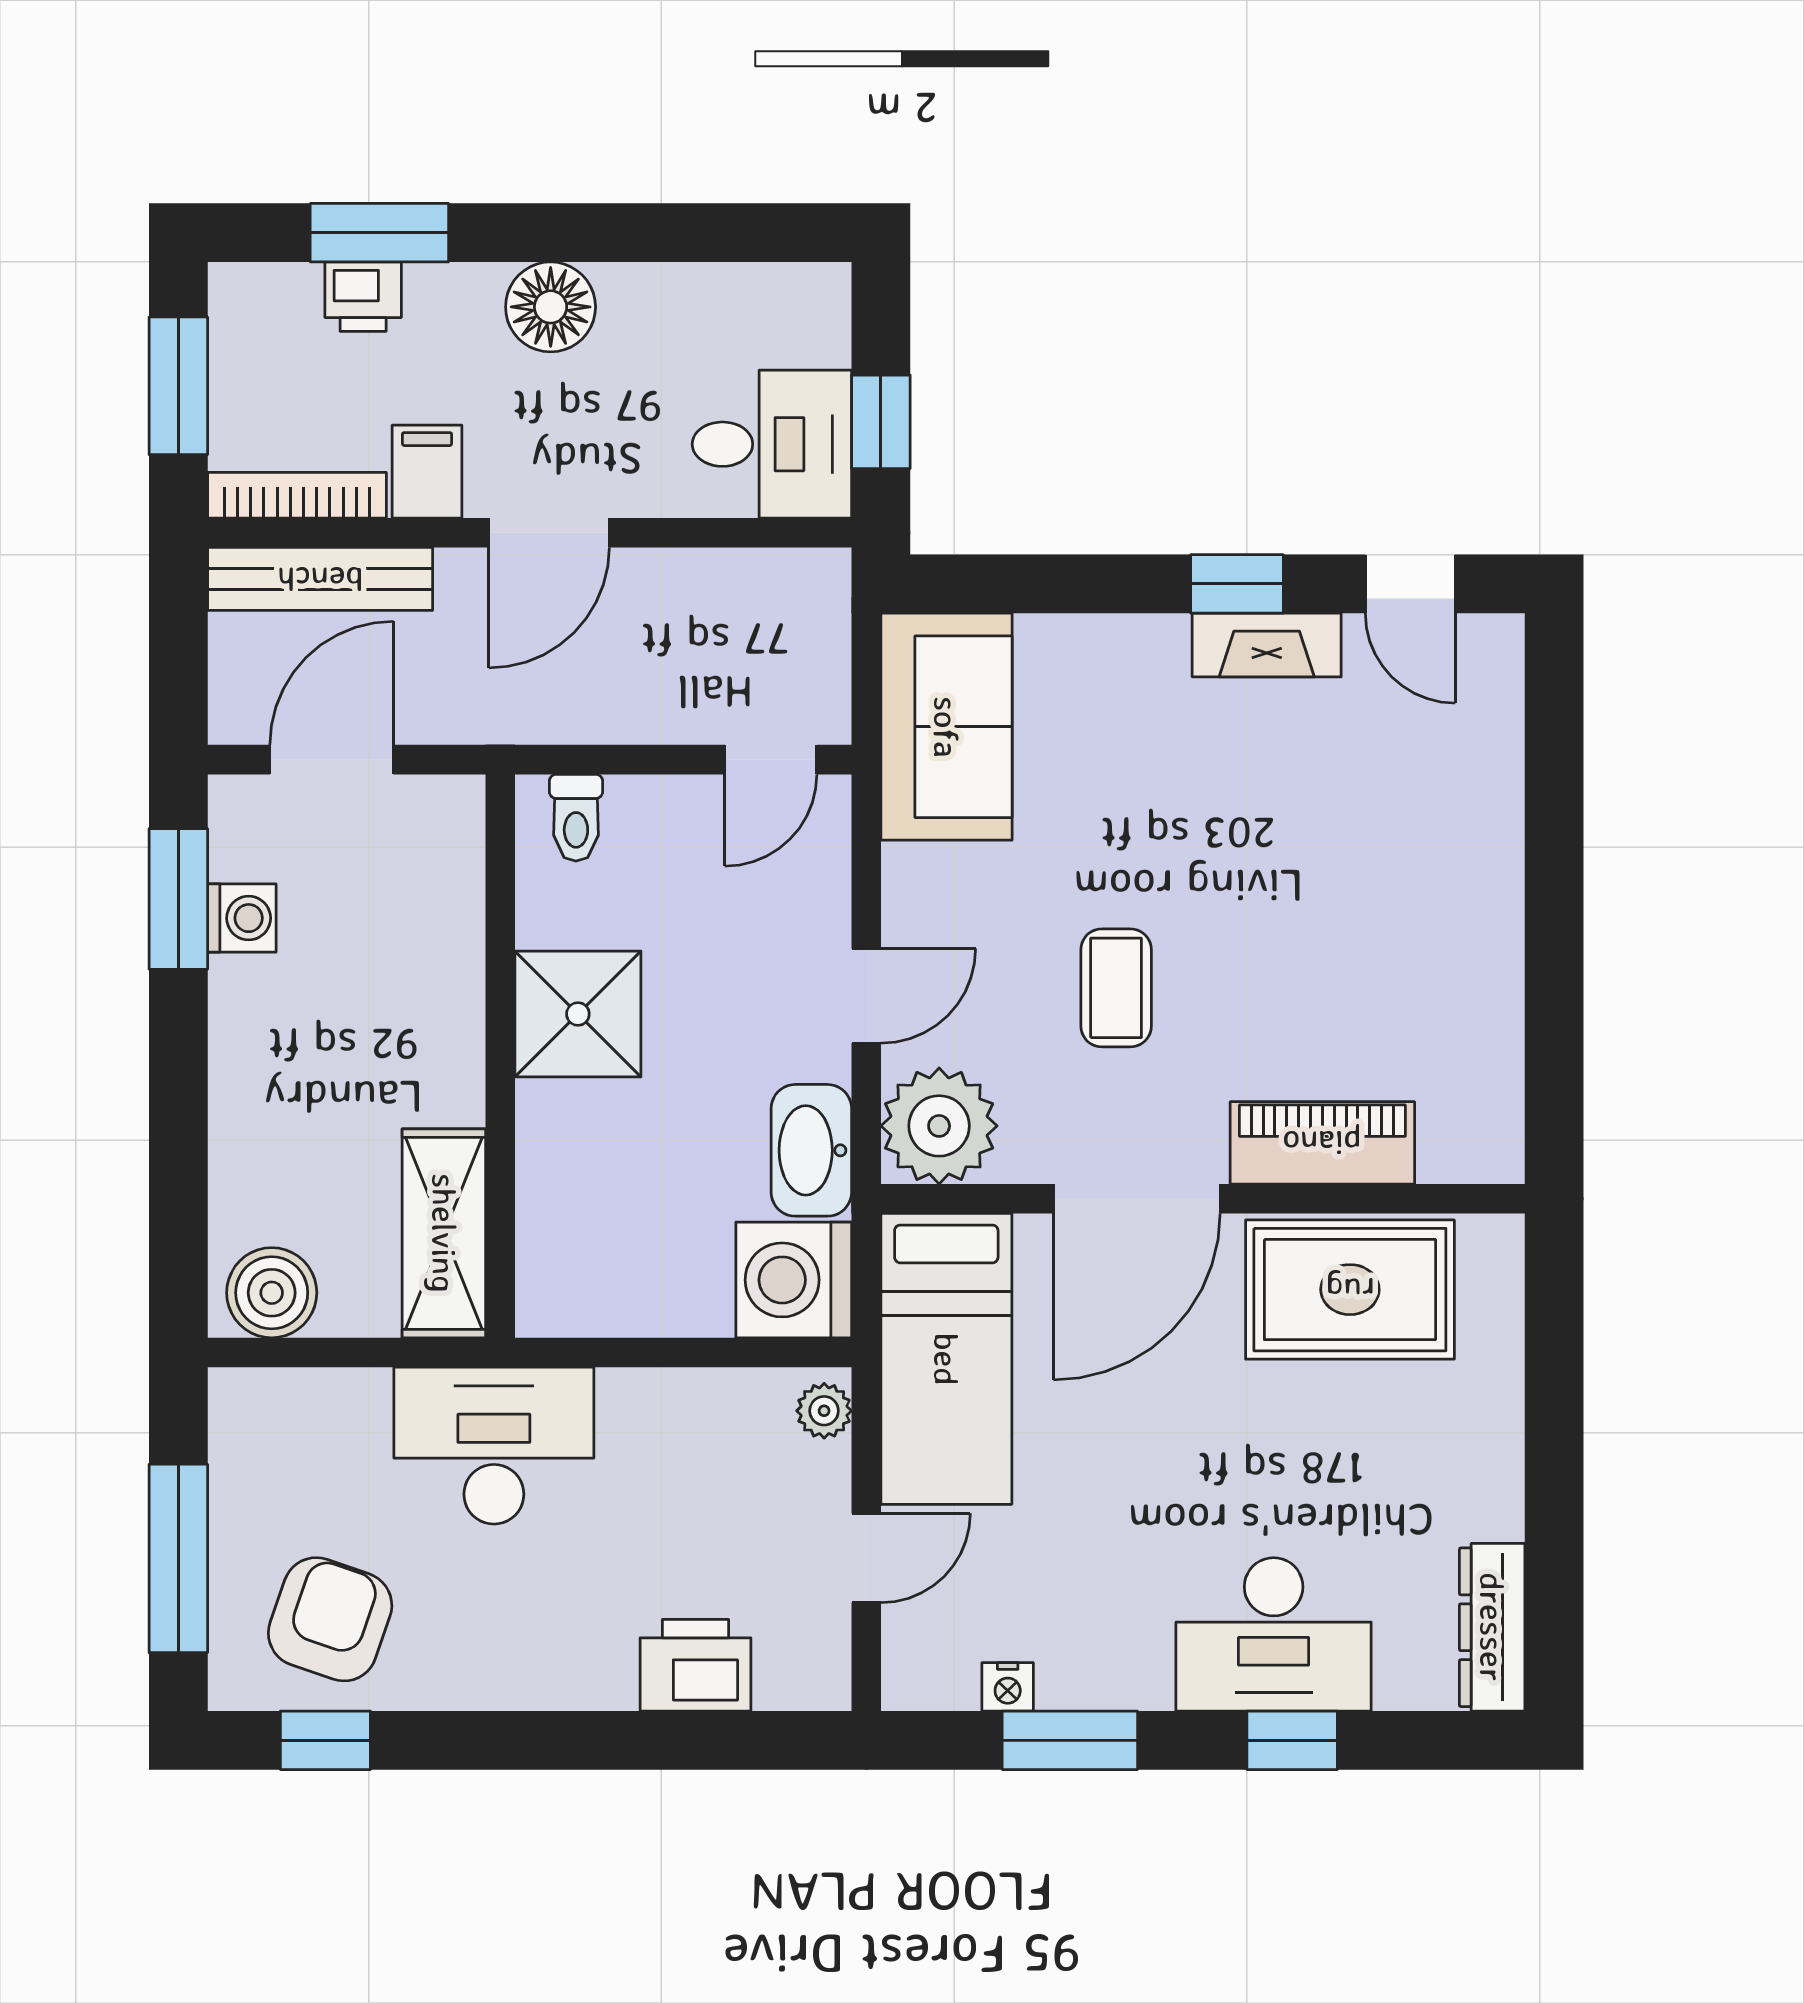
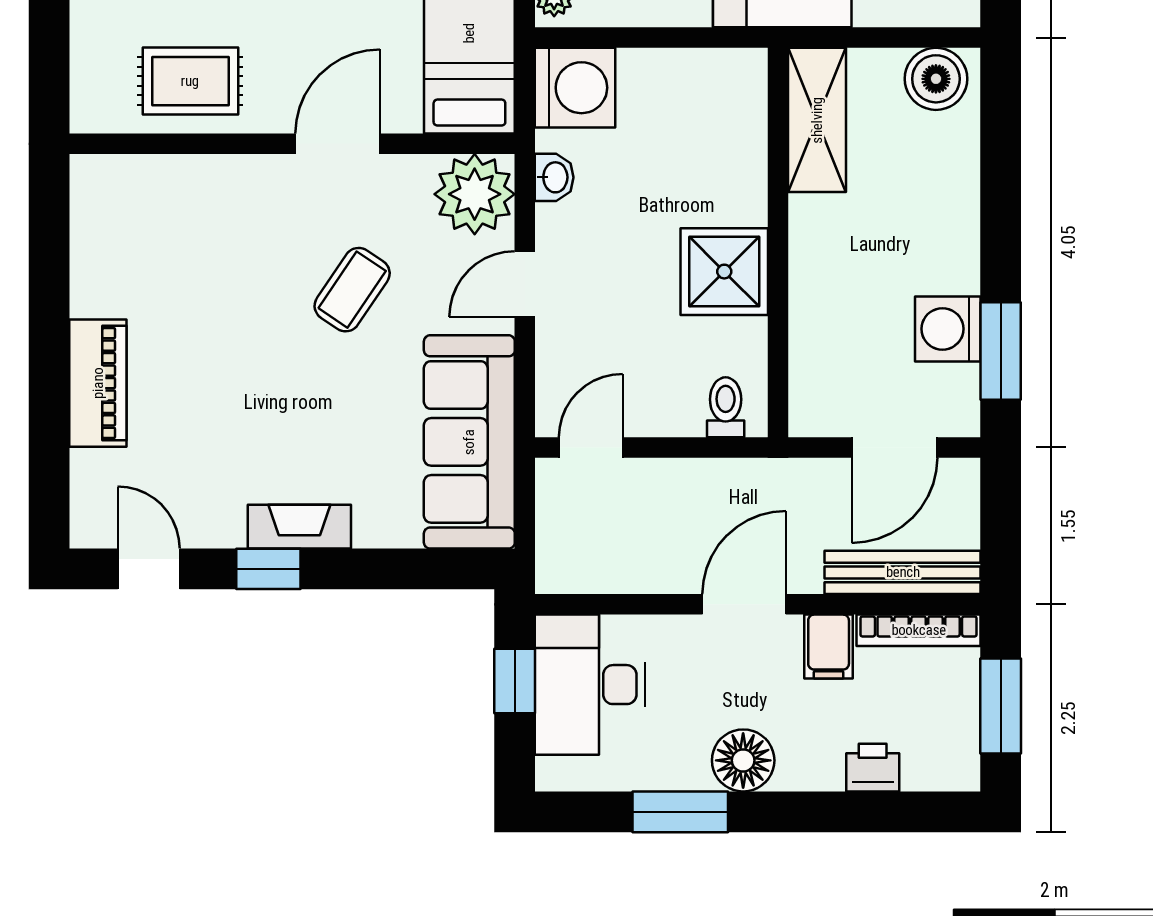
window: (379, 233) -> (680, 812), moved
desk: (772, 444) -> (590, 685), width x1.37
fireplace: (1267, 645) -> (299, 527), moved
sofa: (946, 727) -> (469, 442), width x1.36
washing machine: (242, 918) -> (948, 329), width x1.38, depth x1.38
coffee table: (1116, 988) -> (352, 290), turned 34
piano: (1322, 1143) -> (98, 383), moved, turned -90
washbasin: (811, 1150) -> (554, 177), width x0.52, depth x0.69
door: (1137, 1199) -> (338, 144), width x0.73
rug: (1350, 1290) -> (190, 81), width x0.73, depth x0.70

